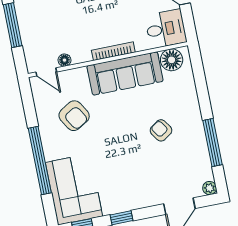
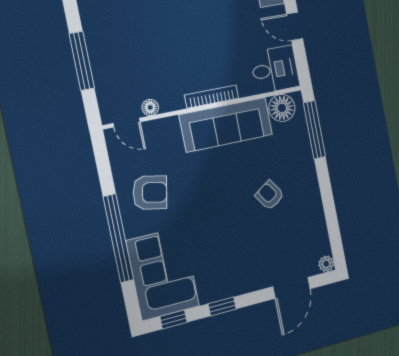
armchair: (74, 116) -> (150, 192), moved, turned -48
window: (213, 143) -> (314, 130), moved

